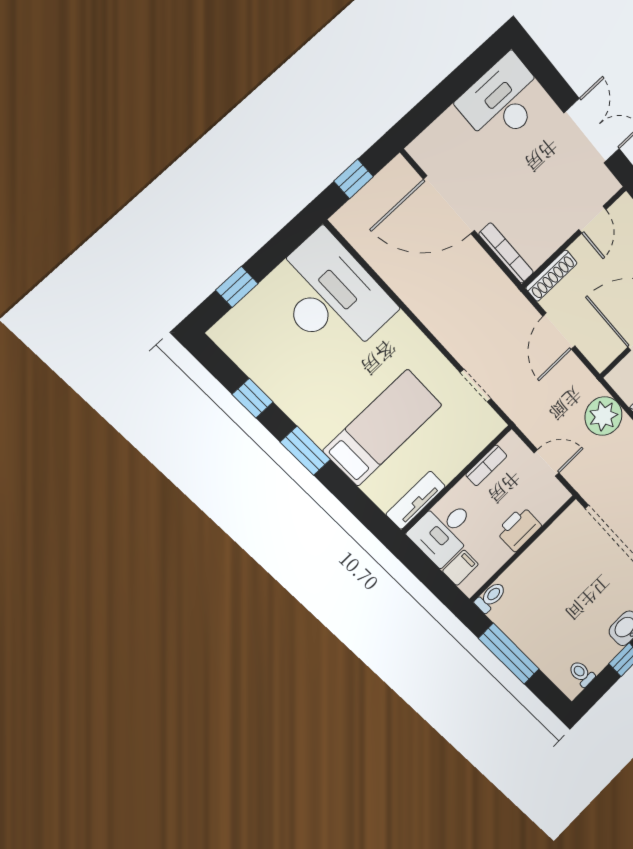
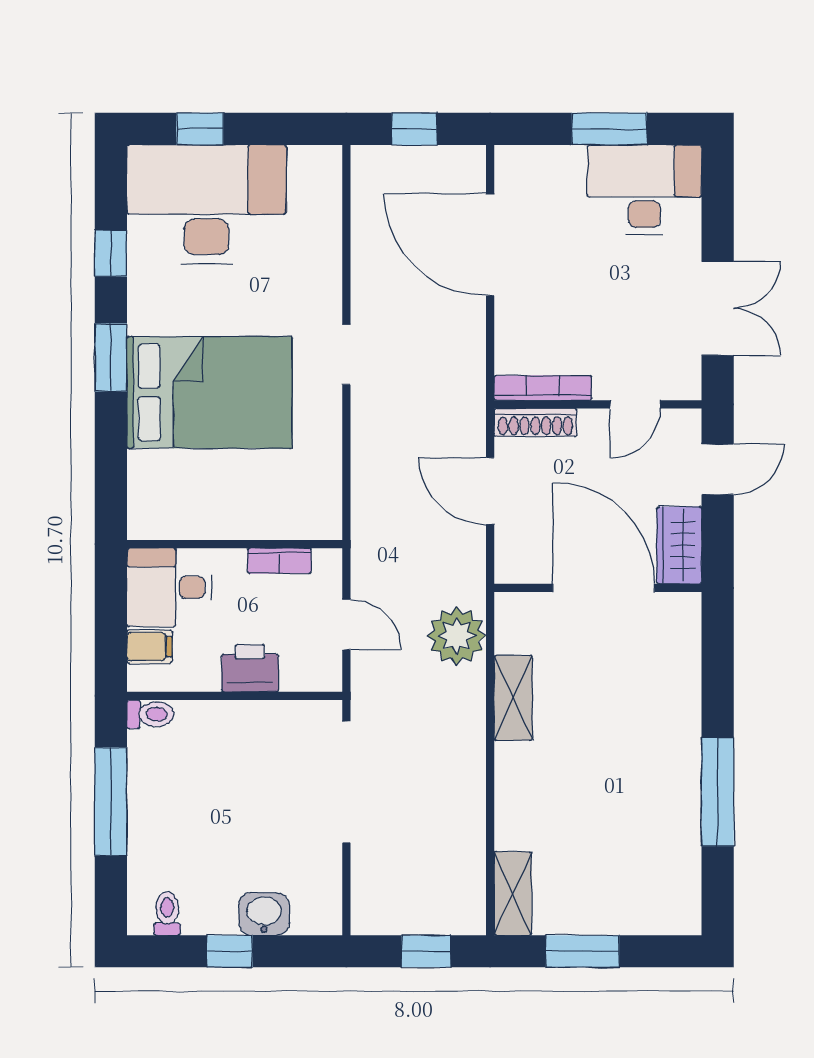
window: (457, 84) -> (609, 129), added
bookcase: (506, 253) -> (543, 388), moved, turned -90
desk: (331, 296) -> (207, 205), moved, turned -90
door: (559, 331) -> (490, 491), hinge flipped
doorway: (476, 386) -> (346, 355), moved
bed: (383, 428) -> (209, 392), width x1.50
tv unit: (416, 500) -> (171, 523), removed

